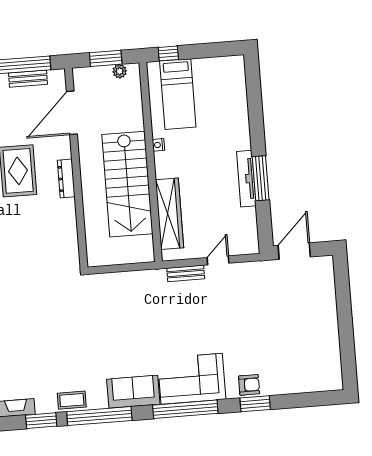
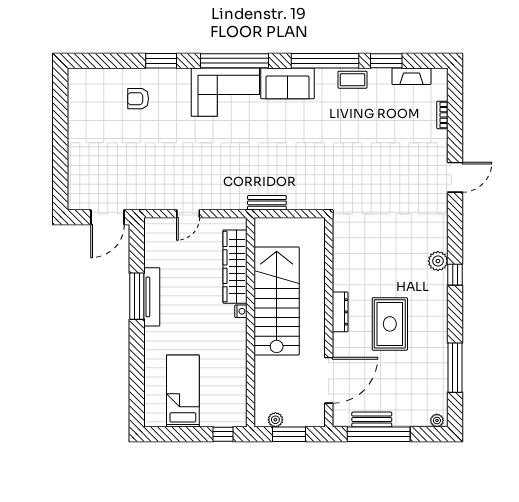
bed: (178, 94) -> (183, 391), moved
nightstand: (158, 145) -> (241, 311), moved
bench: (186, 273) -> (267, 203), moved
armchair: (249, 385) -> (138, 99), moved

